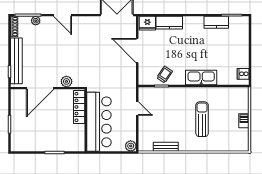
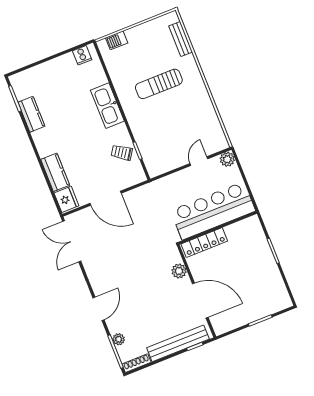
door: (137, 51) -> (106, 198), hinge flipped
door: (137, 108) -> (199, 161), moved
barbecue: (244, 121) -> (117, 40), moved
bench: (166, 147) -> (181, 39), moved

